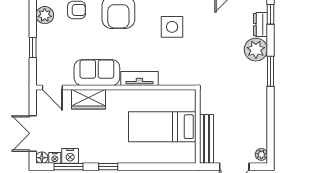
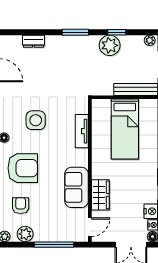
window: (271, 14) -> (117, 32), moved
window: (33, 47) -> (54, 245), width x2.17
plant: (256, 50) -> (110, 45), moved
tv unit: (139, 79) -> (82, 131), moved

